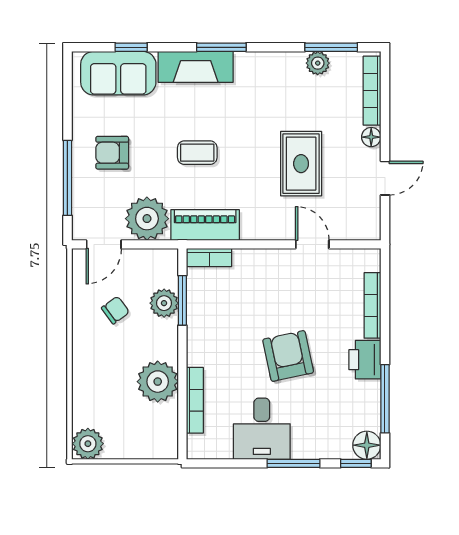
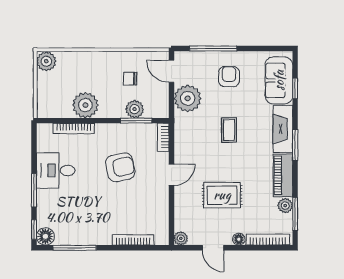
piano: (205, 225) -> (283, 175), moved, turned 180
plant: (370, 229) -> (181, 238), added
door: (312, 244) -> (171, 175), moved
chair: (115, 310) -> (130, 79), turned 126
armchair: (288, 356) -> (120, 167), moved
printer: (365, 360) -> (99, 235), removed

